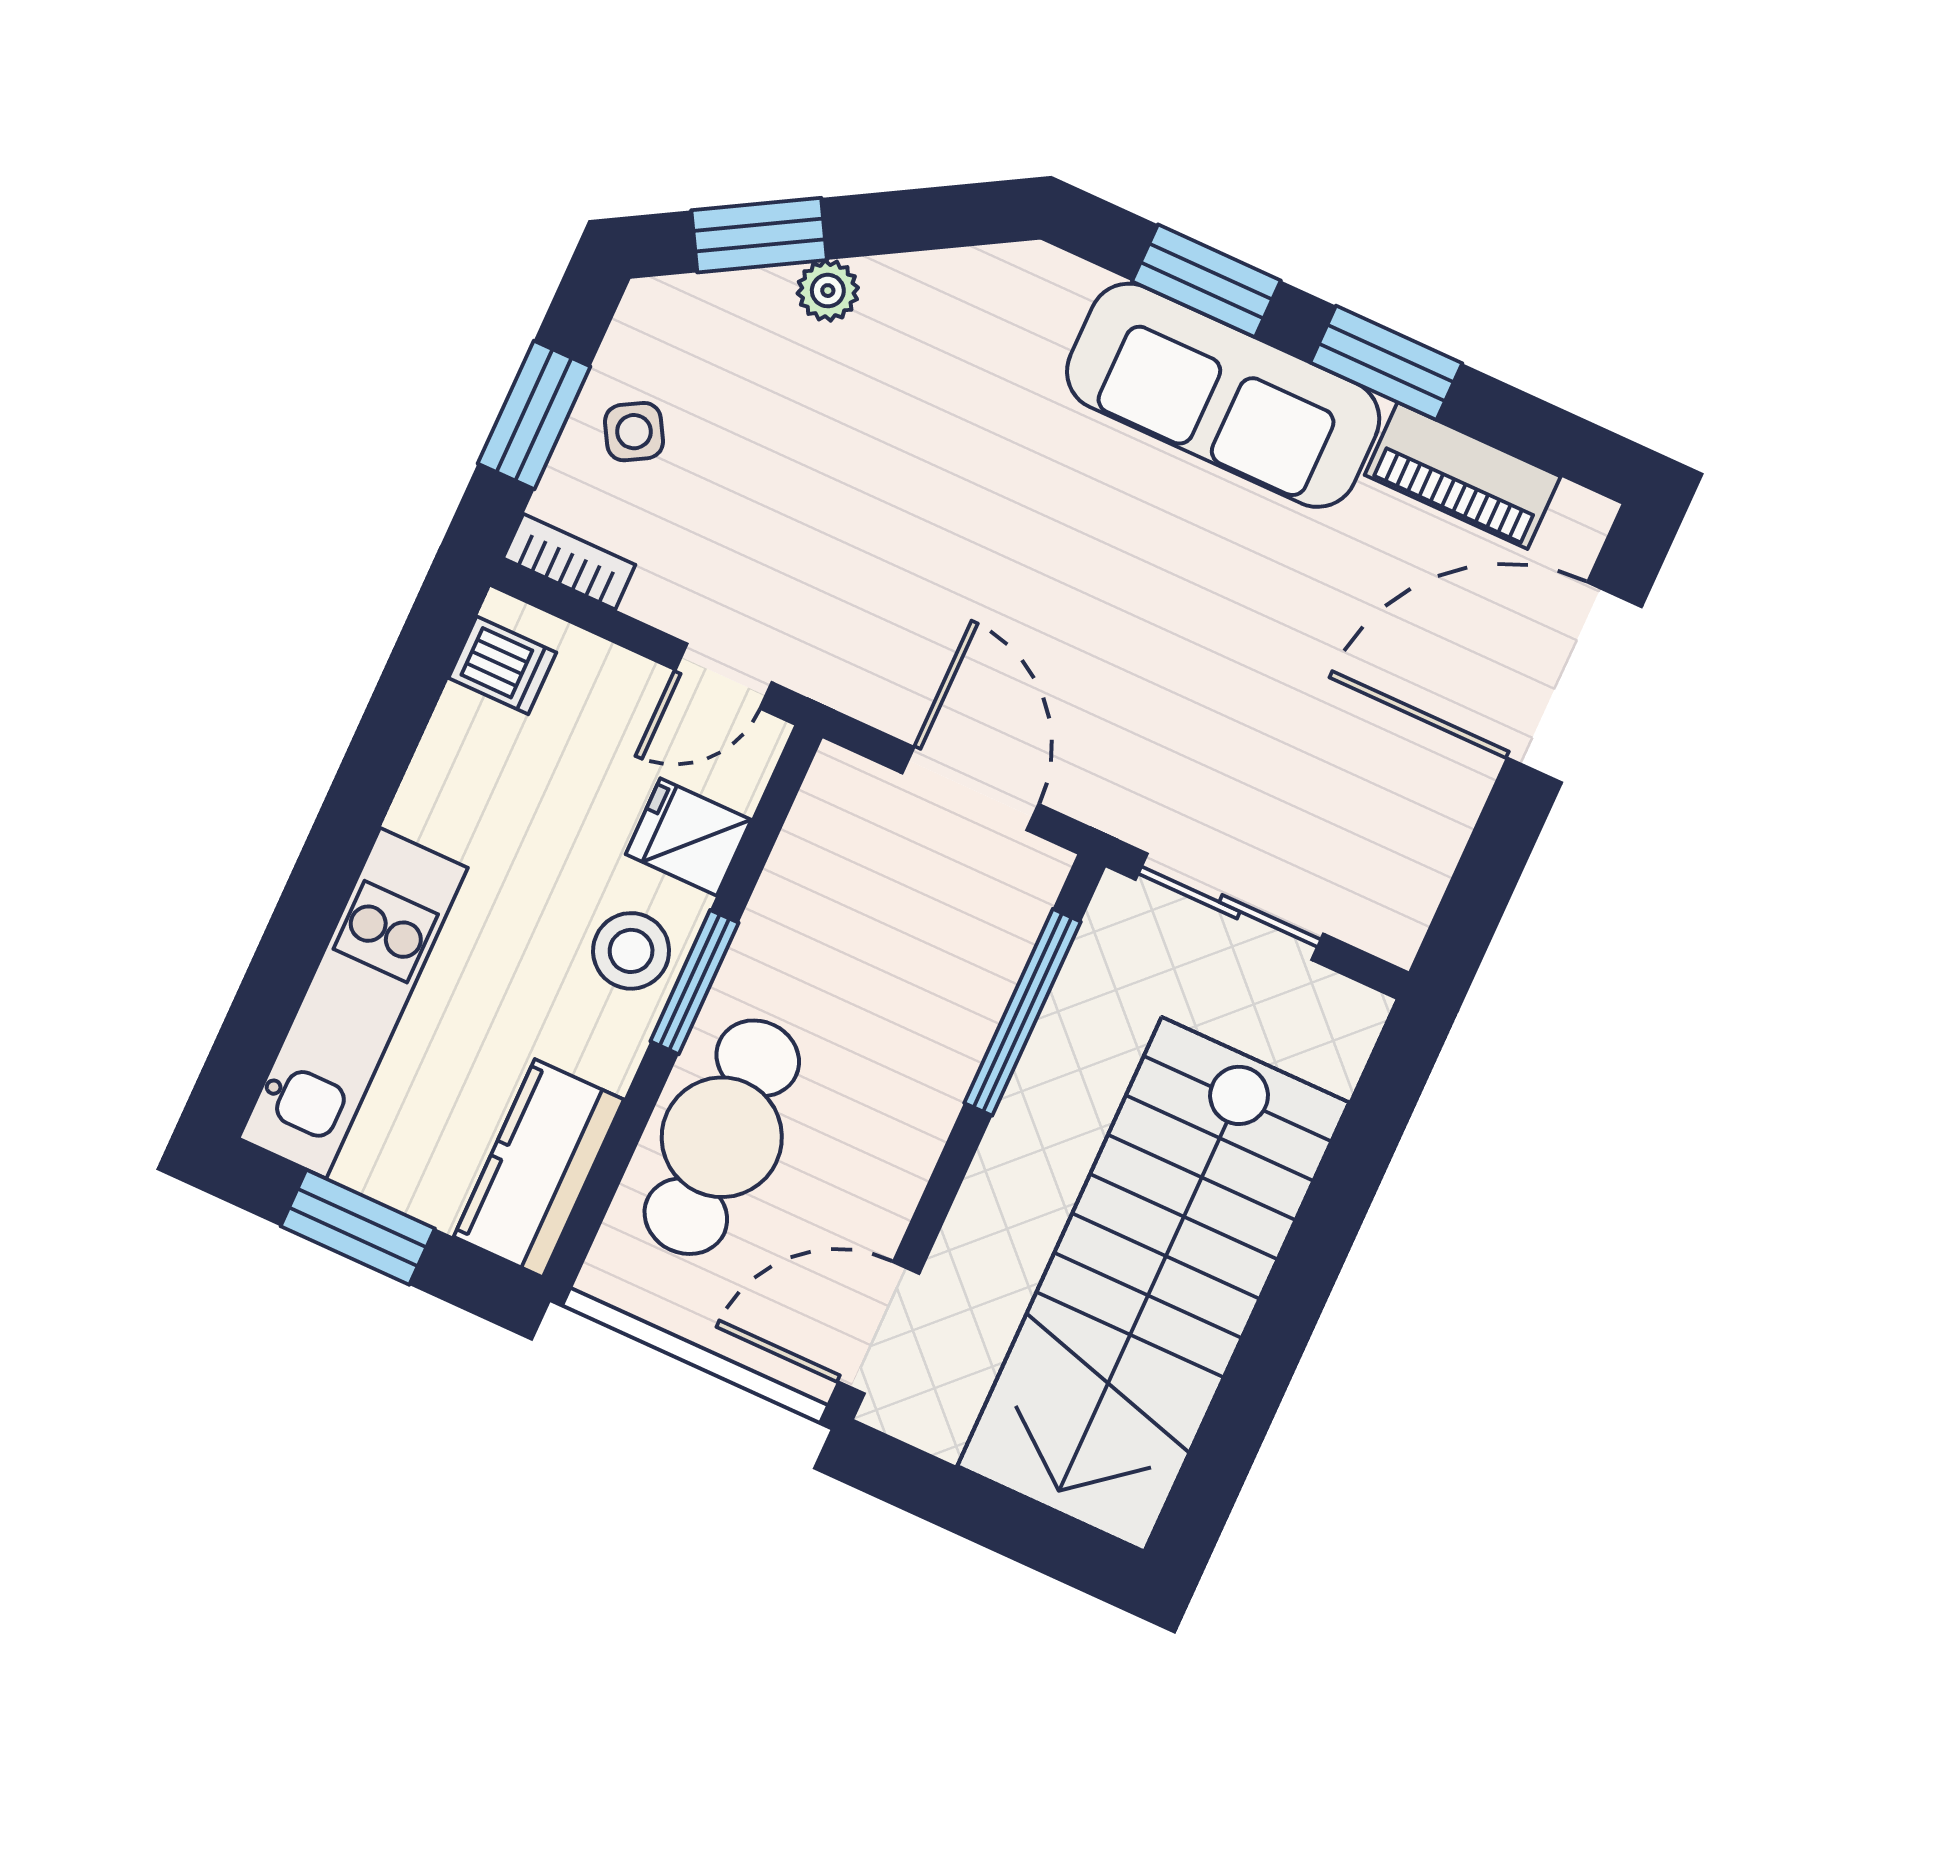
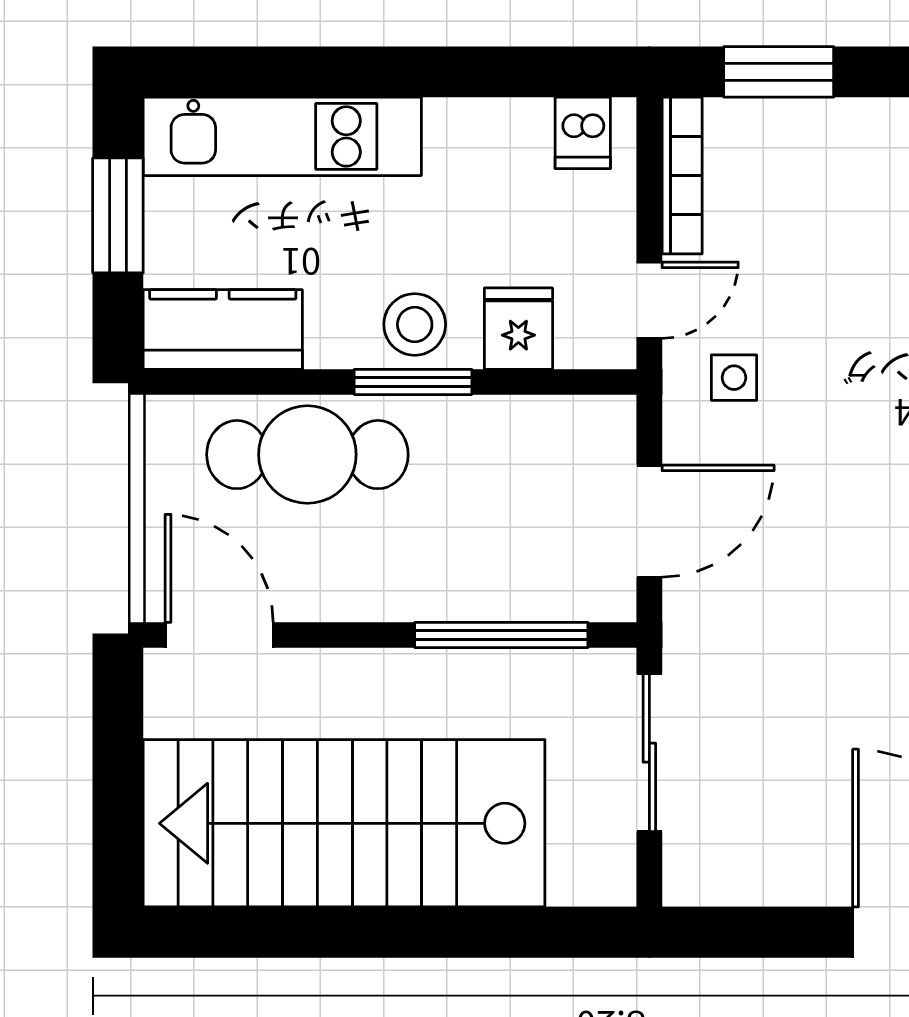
side table: (634, 432) -> (734, 378), moved, turned 30
bookcase: (569, 562) -> (682, 176), width x1.56
door: (723, 676) -> (649, 300), swing flipped

